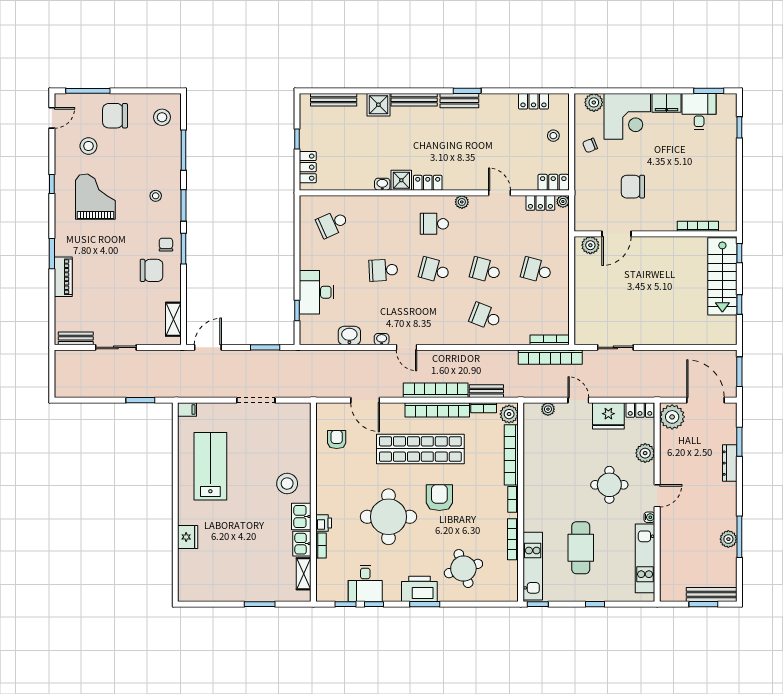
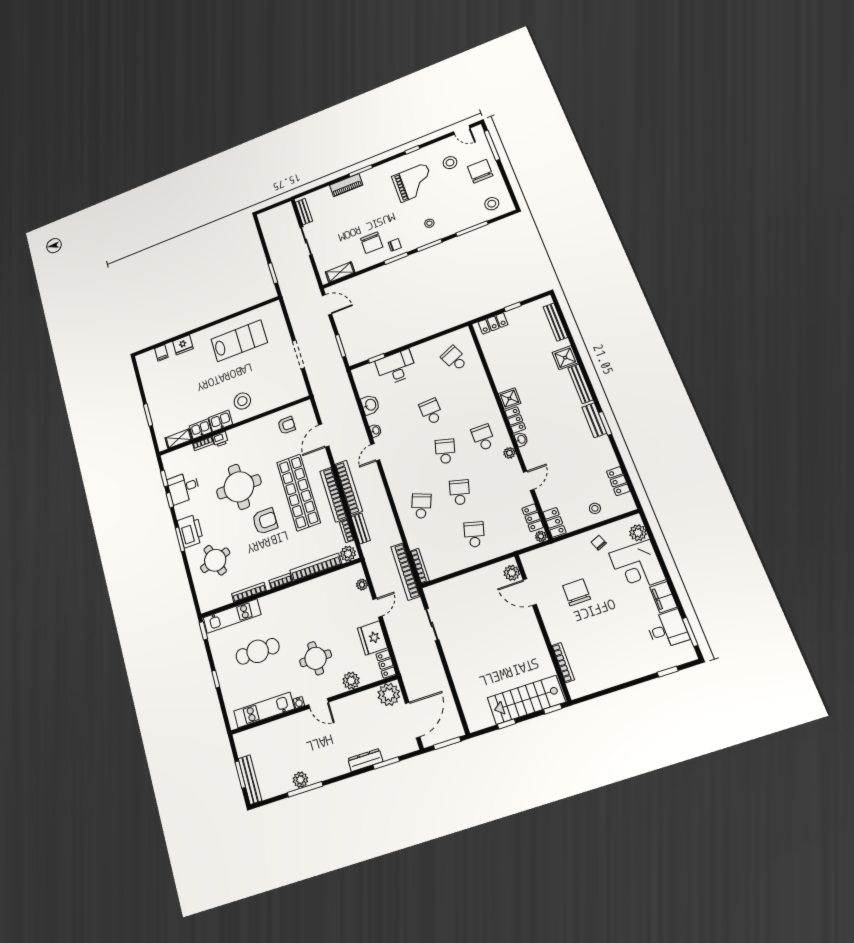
washbasin: (382, 184) -> (521, 439), moved
filing cabinet: (187, 410) -> (161, 353), moved

